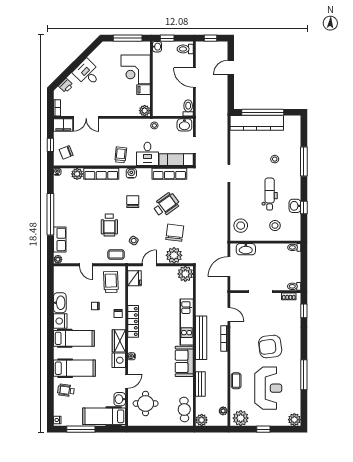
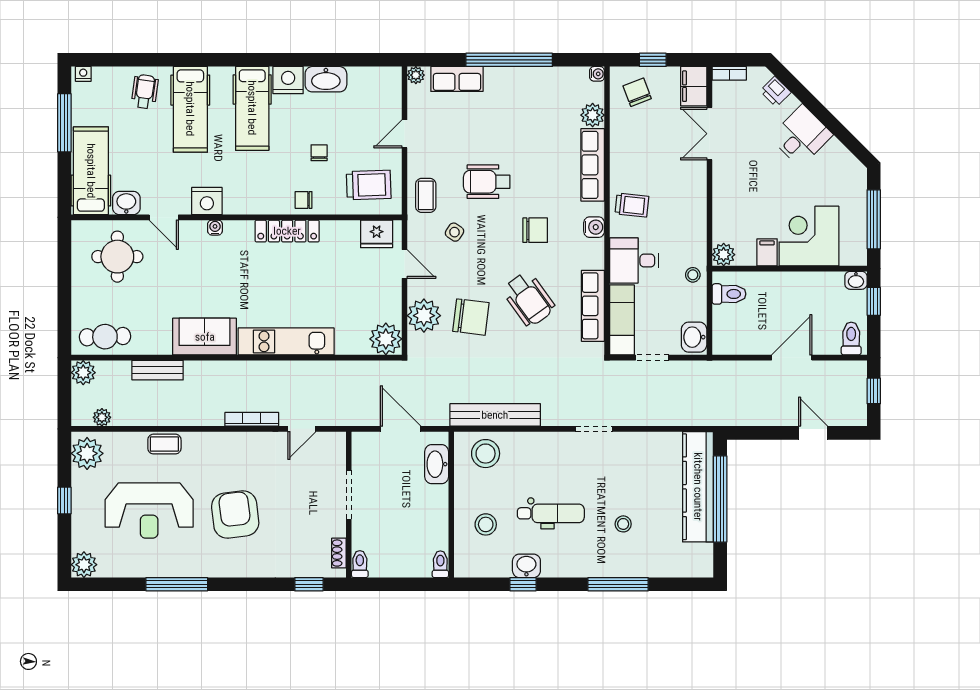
toilet: (188, 108) -> (729, 294), moved
bench: (201, 338) -> (495, 415), moved
wardrobe: (119, 341) -> (247, 201), removed

